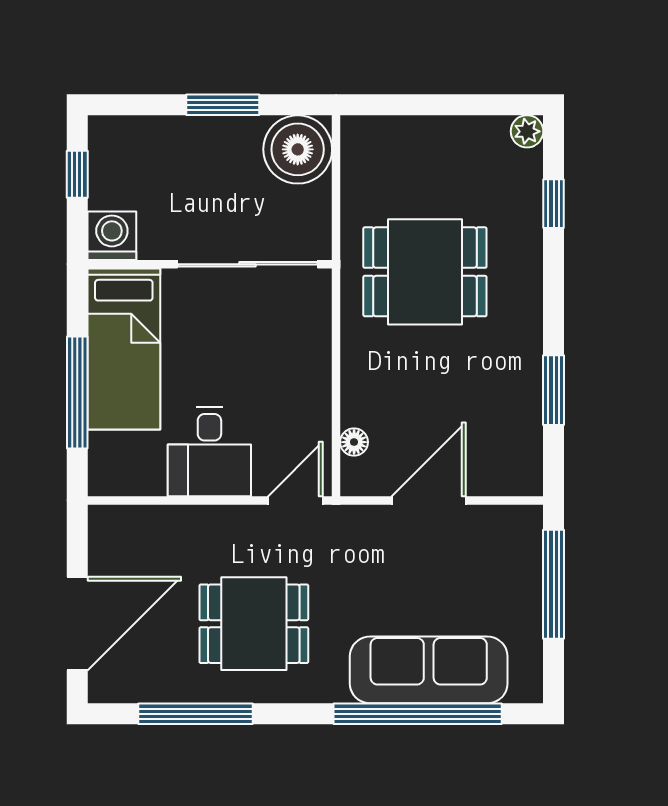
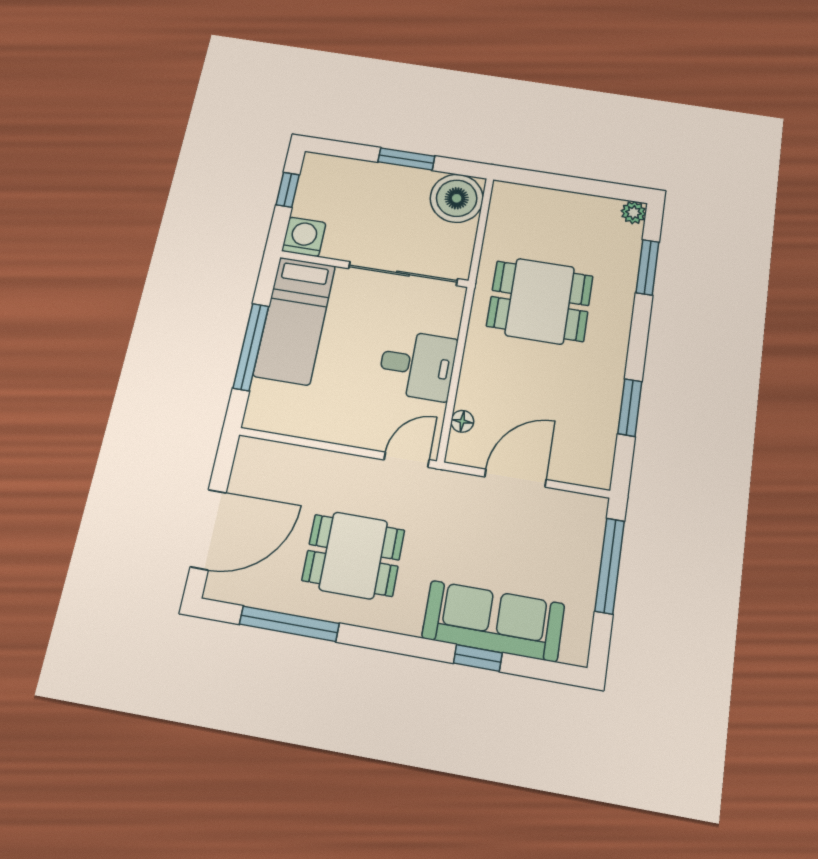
window: (554, 204) -> (647, 267), width x1.50
desk: (209, 451) -> (417, 365), moved, turned -90
window: (418, 714) -> (478, 658), width x0.32

